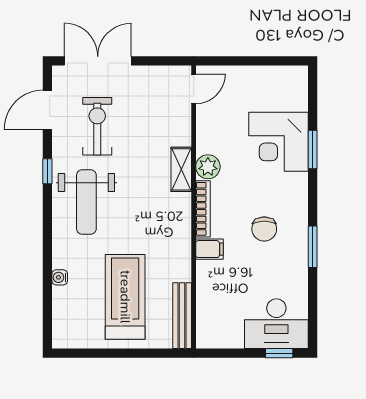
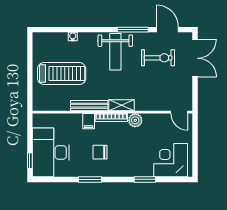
corner desk: (278, 142) -> (171, 160), moved
shelving: (181, 169) -> (121, 105), moved
window: (47, 171) -> (133, 30), width x2.17
weight bench: (86, 202) -> (115, 52), turned -90
bench: (182, 316) -> (89, 106), moved
desk: (276, 324) -> (51, 152), width x1.36, depth x1.30

